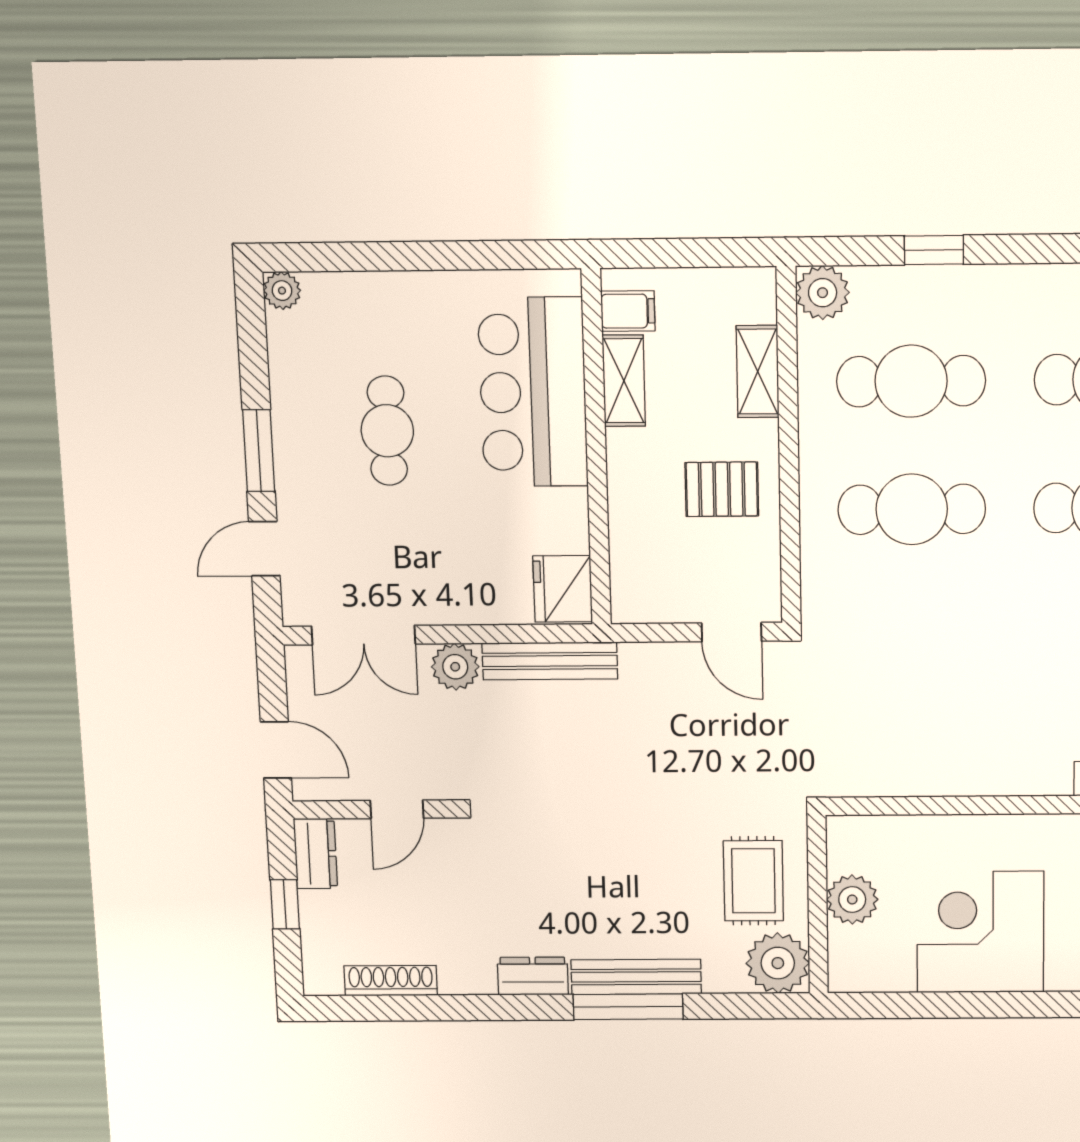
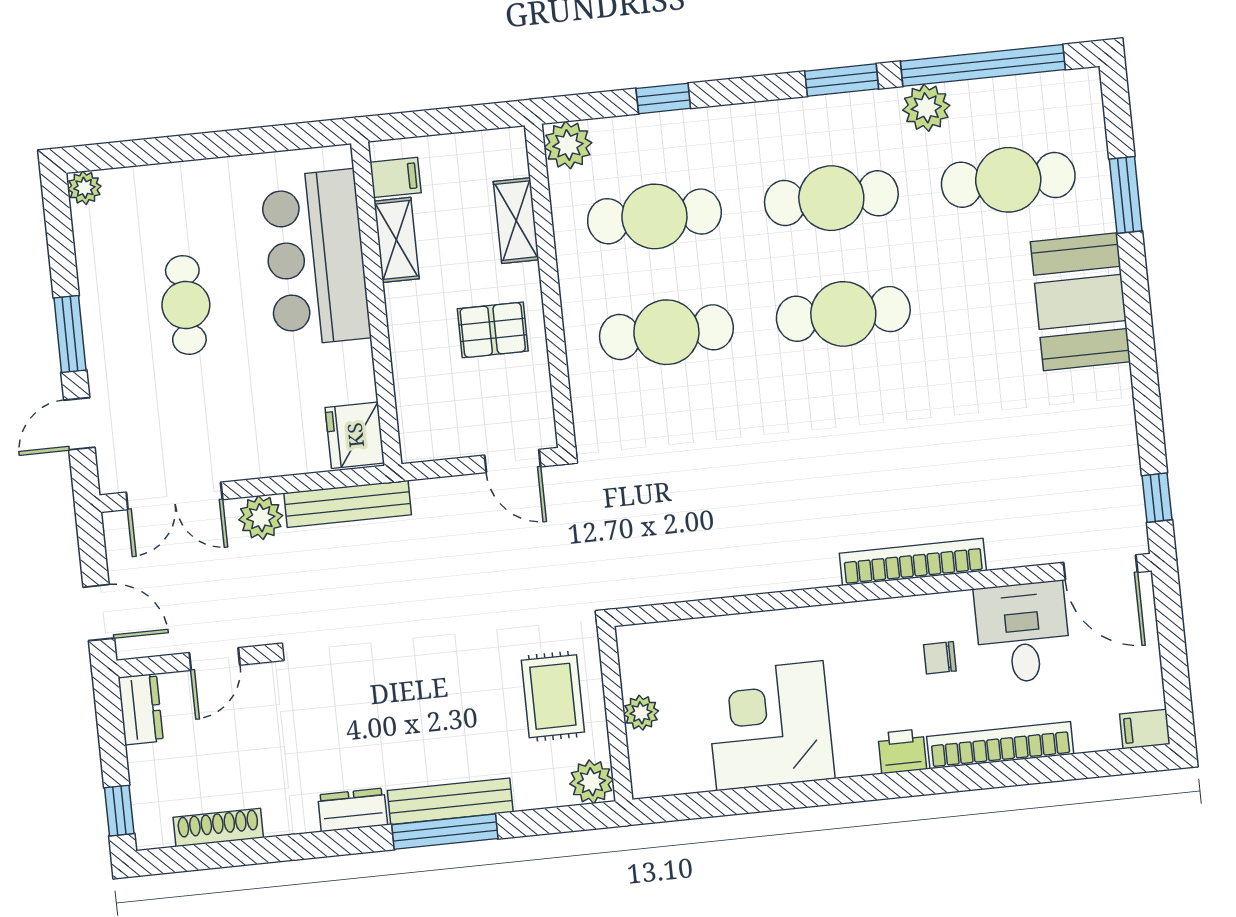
plant: (852, 900) -> (641, 713), width x0.73, depth x0.73
window: (285, 904) -> (119, 811), moved
plant: (778, 963) -> (591, 782), width x0.73, depth x0.73

